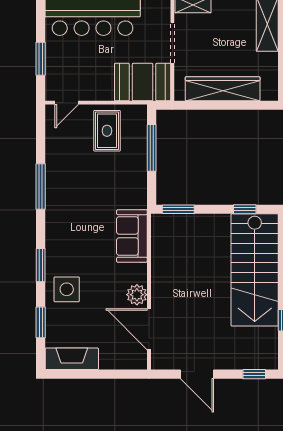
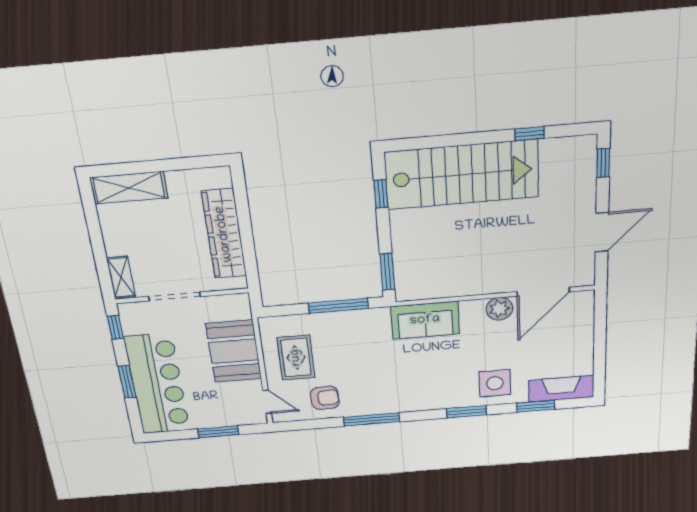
booth: (143, 82) -> (234, 351), moved
rug: (107, 131) -> (296, 358), turned 90
window: (152, 148) -> (338, 306), moved
armchair: (66, 150) -> (325, 398), added
fireplace: (72, 359) -> (561, 389), moved, turned 90

